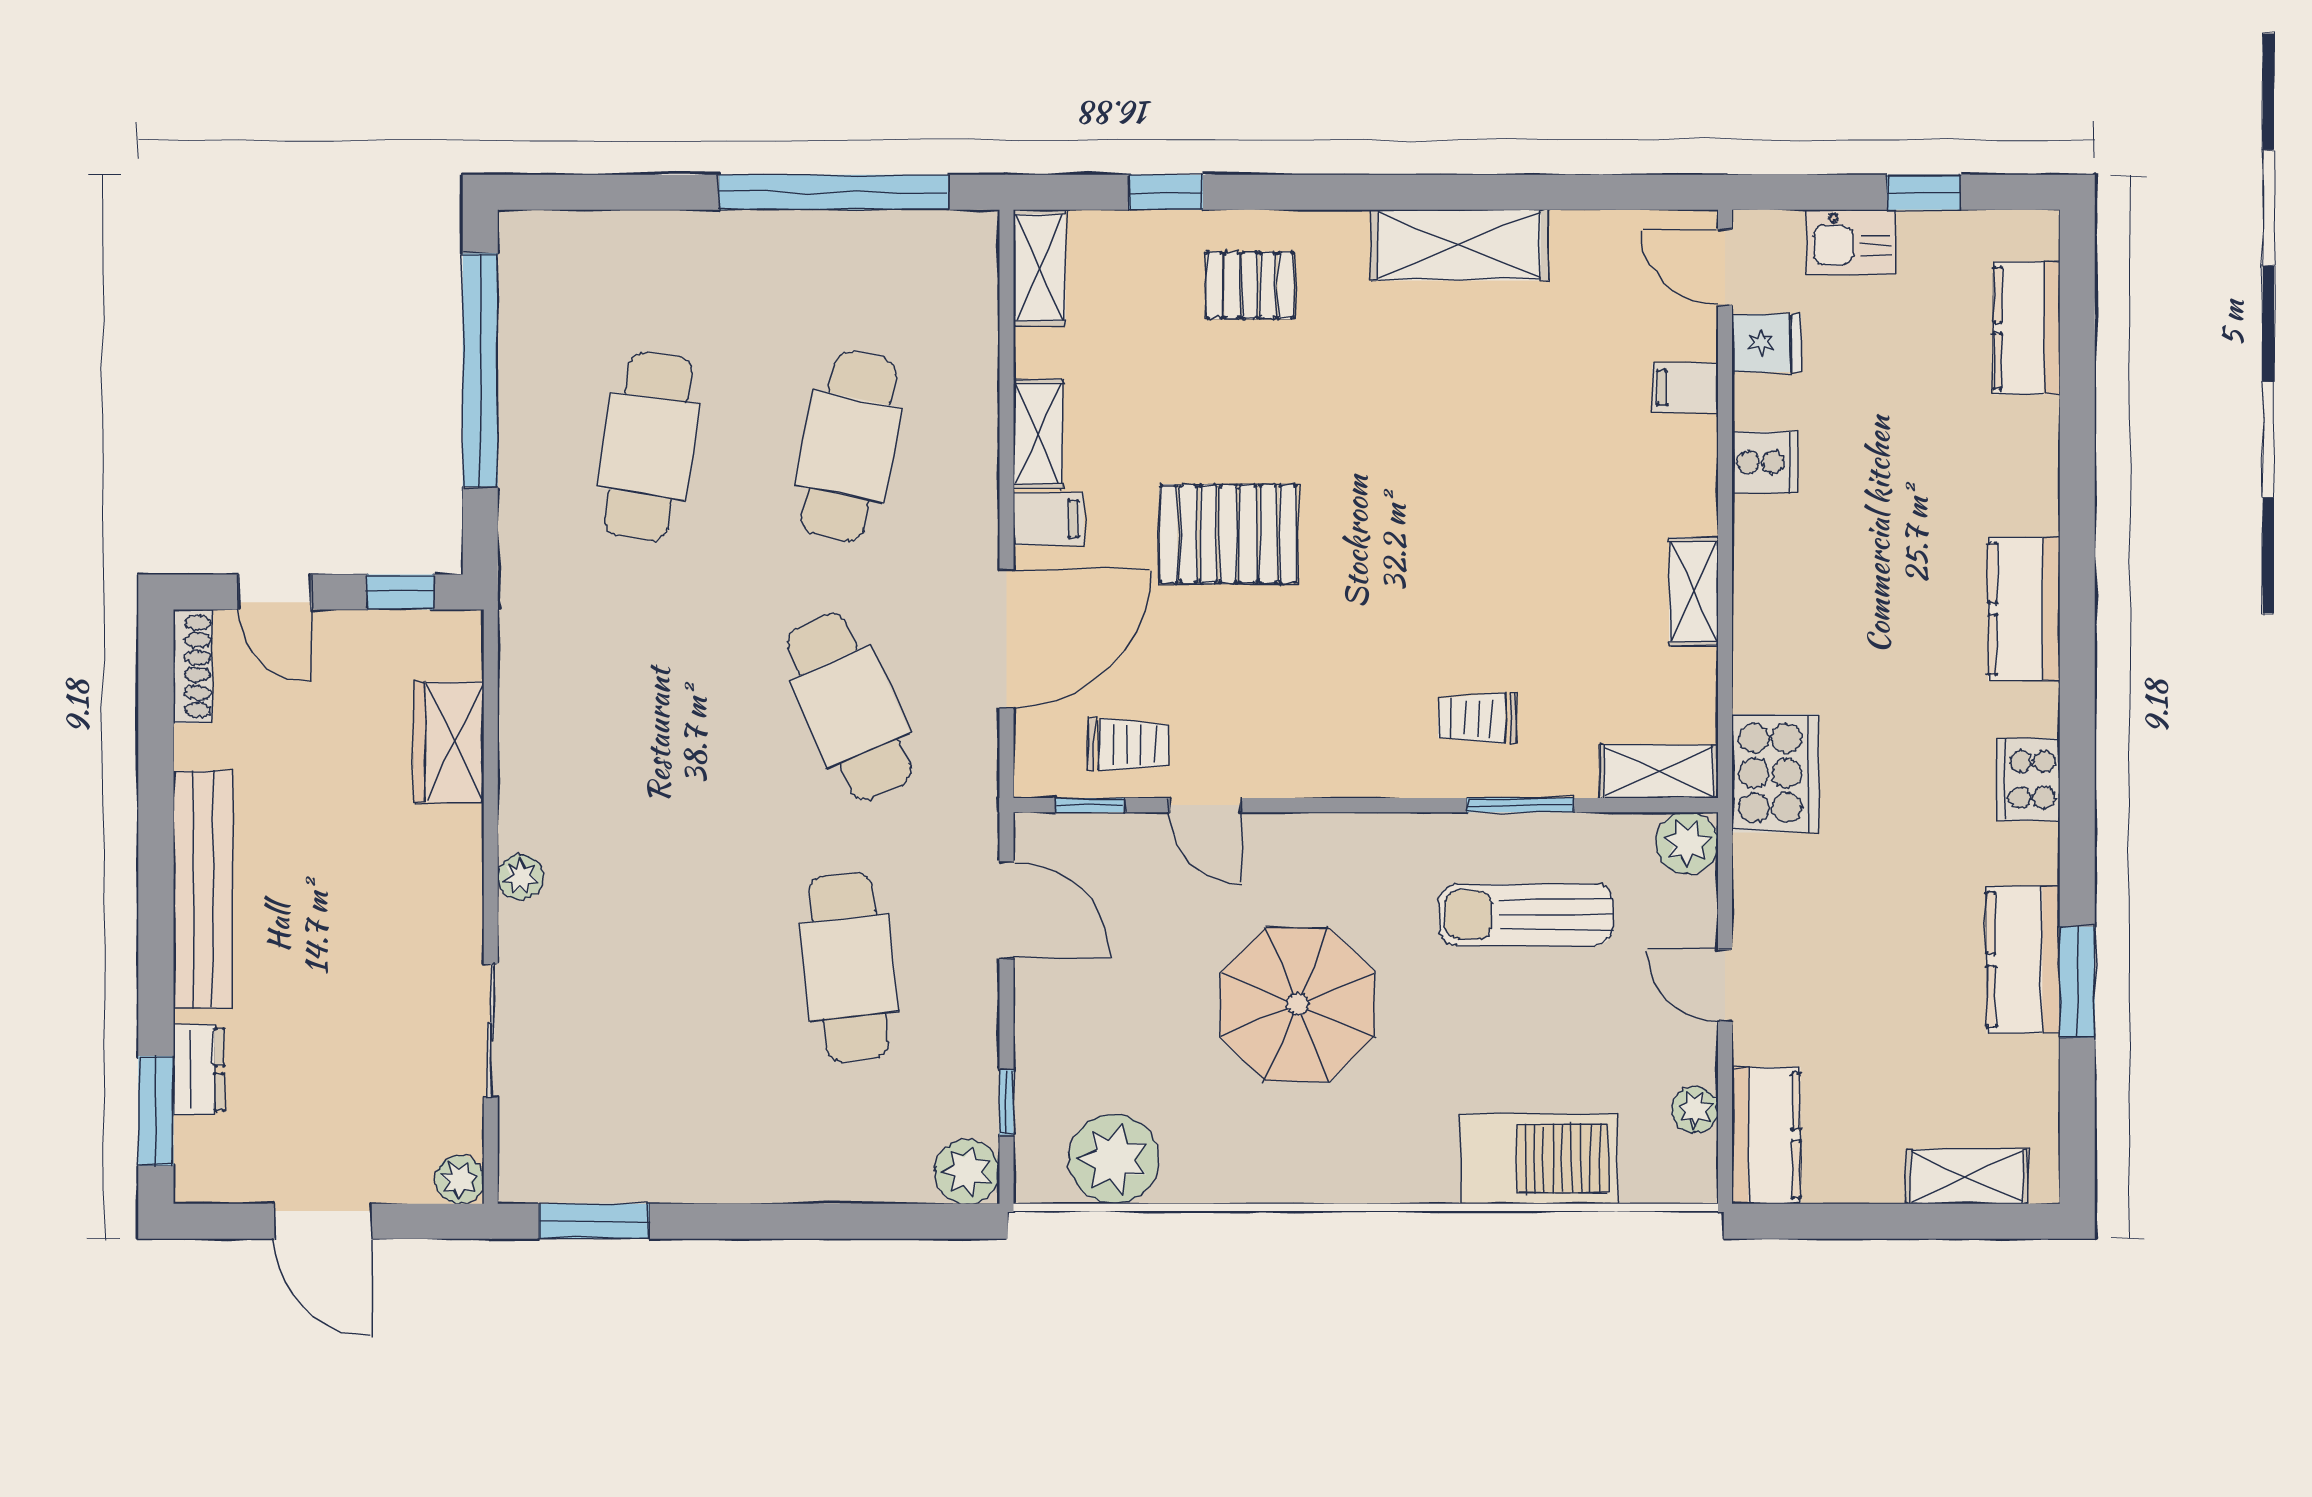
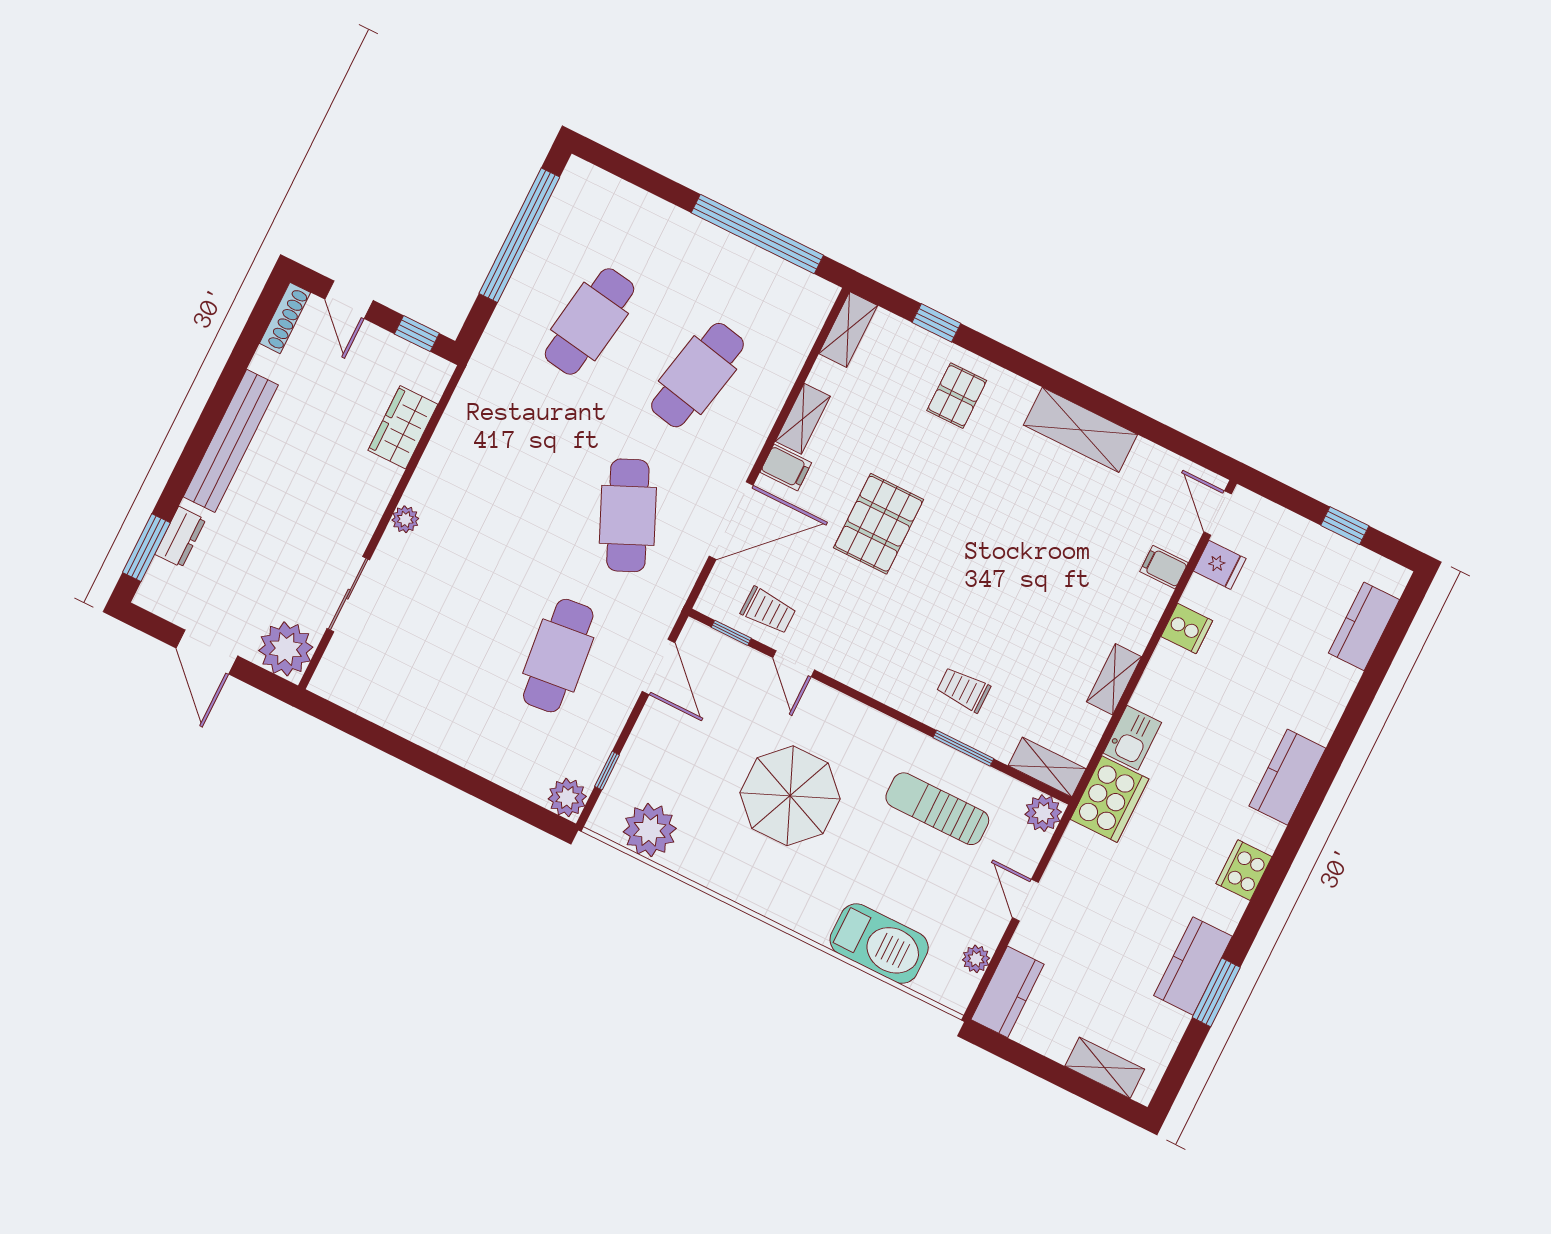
kitchen sink: (1851, 242) -> (1132, 738), moved, turned -90
pallet: (1250, 285) -> (957, 396), turned 90
pallet: (1228, 534) -> (879, 524), turned 90
plant: (460, 1180) -> (286, 649), width x1.87, depth x1.87
window: (594, 1221) -> (353, 724), removed

